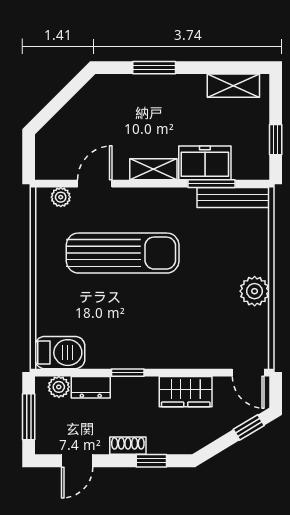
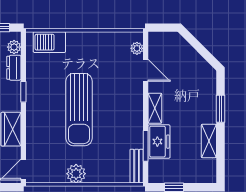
shelving: (233, 86) -> (209, 141), moved
bench: (233, 197) -> (137, 166), width x0.73
sun lounger: (123, 253) -> (79, 110), moved
barbecue: (60, 353) -> (49, 42), moved, turned 90

